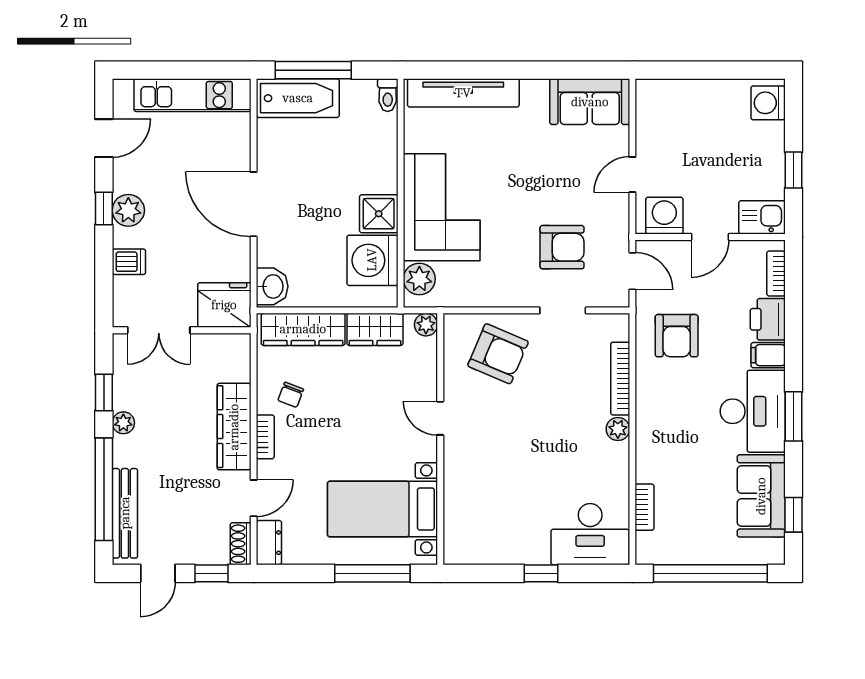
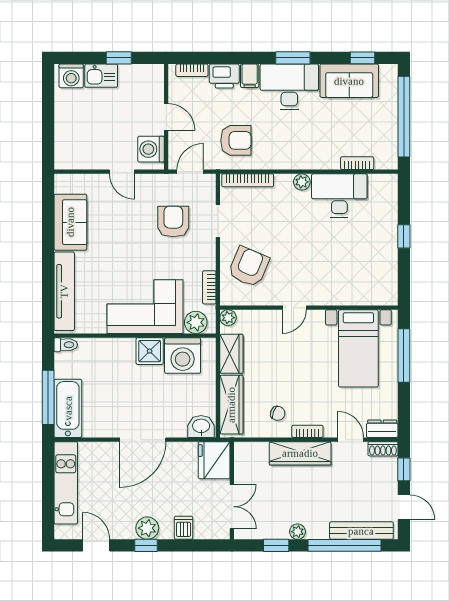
sofa: (590, 102) -> (70, 222), moved
kitchen sink: (762, 217) -> (101, 76), moved, turned -90
bookcase: (469, 298) -> (209, 287), added
bookcase: (620, 379) -> (248, 180), moved
desk: (590, 534) -> (339, 195), moved, turned -90

